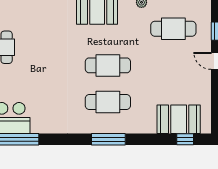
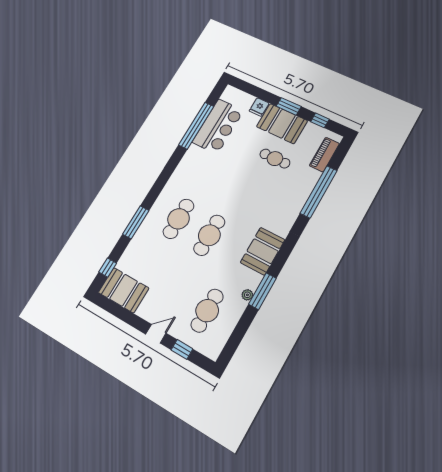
booth: (179, 119) -> (124, 290), moved, turned 90
window: (108, 139) -> (136, 222), moved

